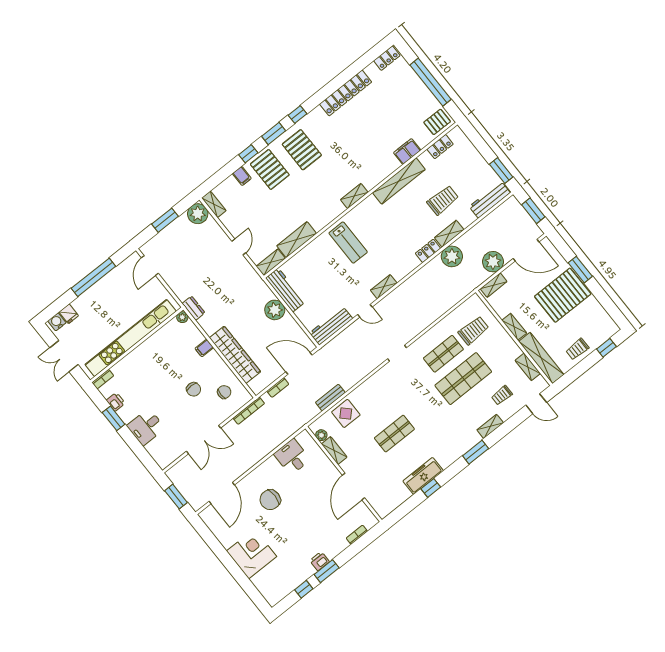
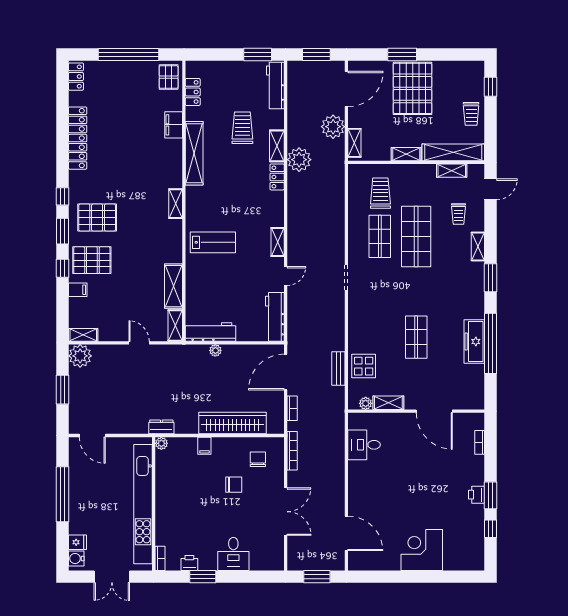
plant: (275, 310) -> (215, 350), width x0.53, depth x0.53
window: (431, 488) -> (491, 343), width x3.17
chair: (270, 500) -> (387, 495), removed

